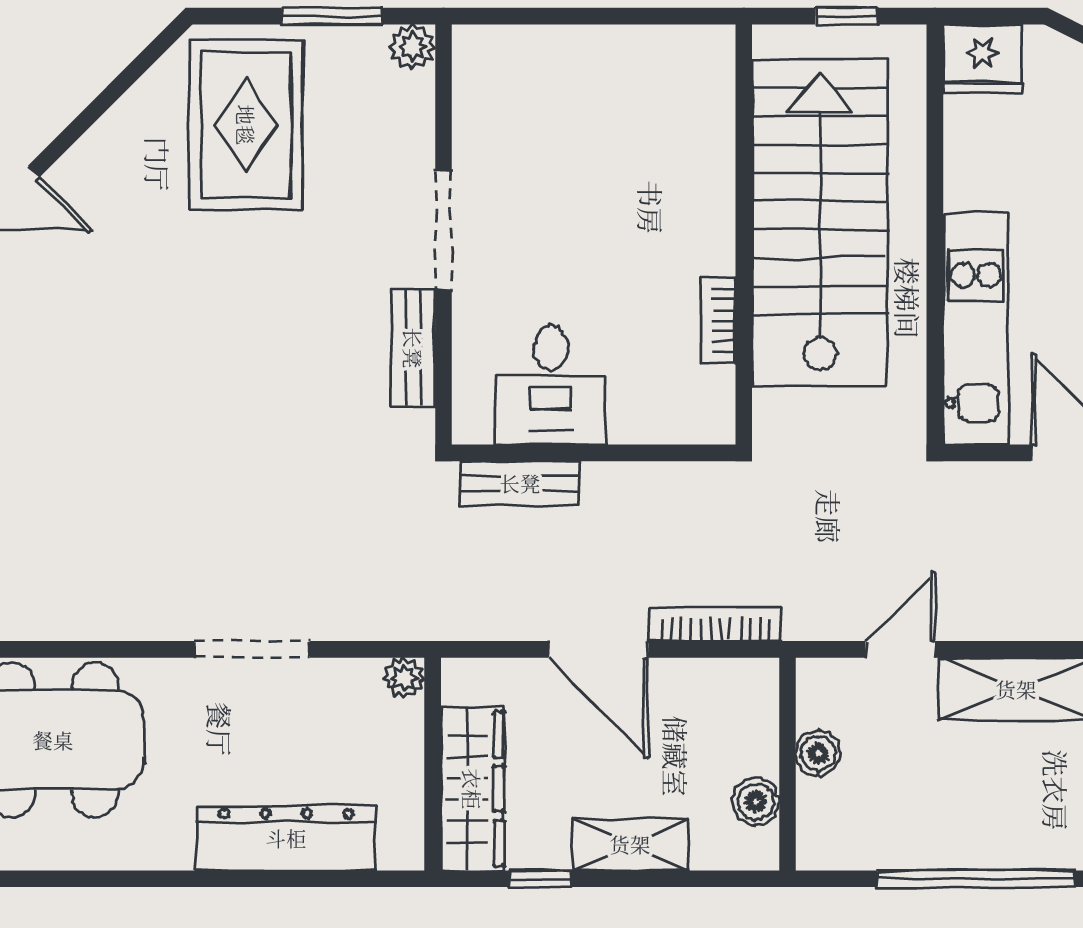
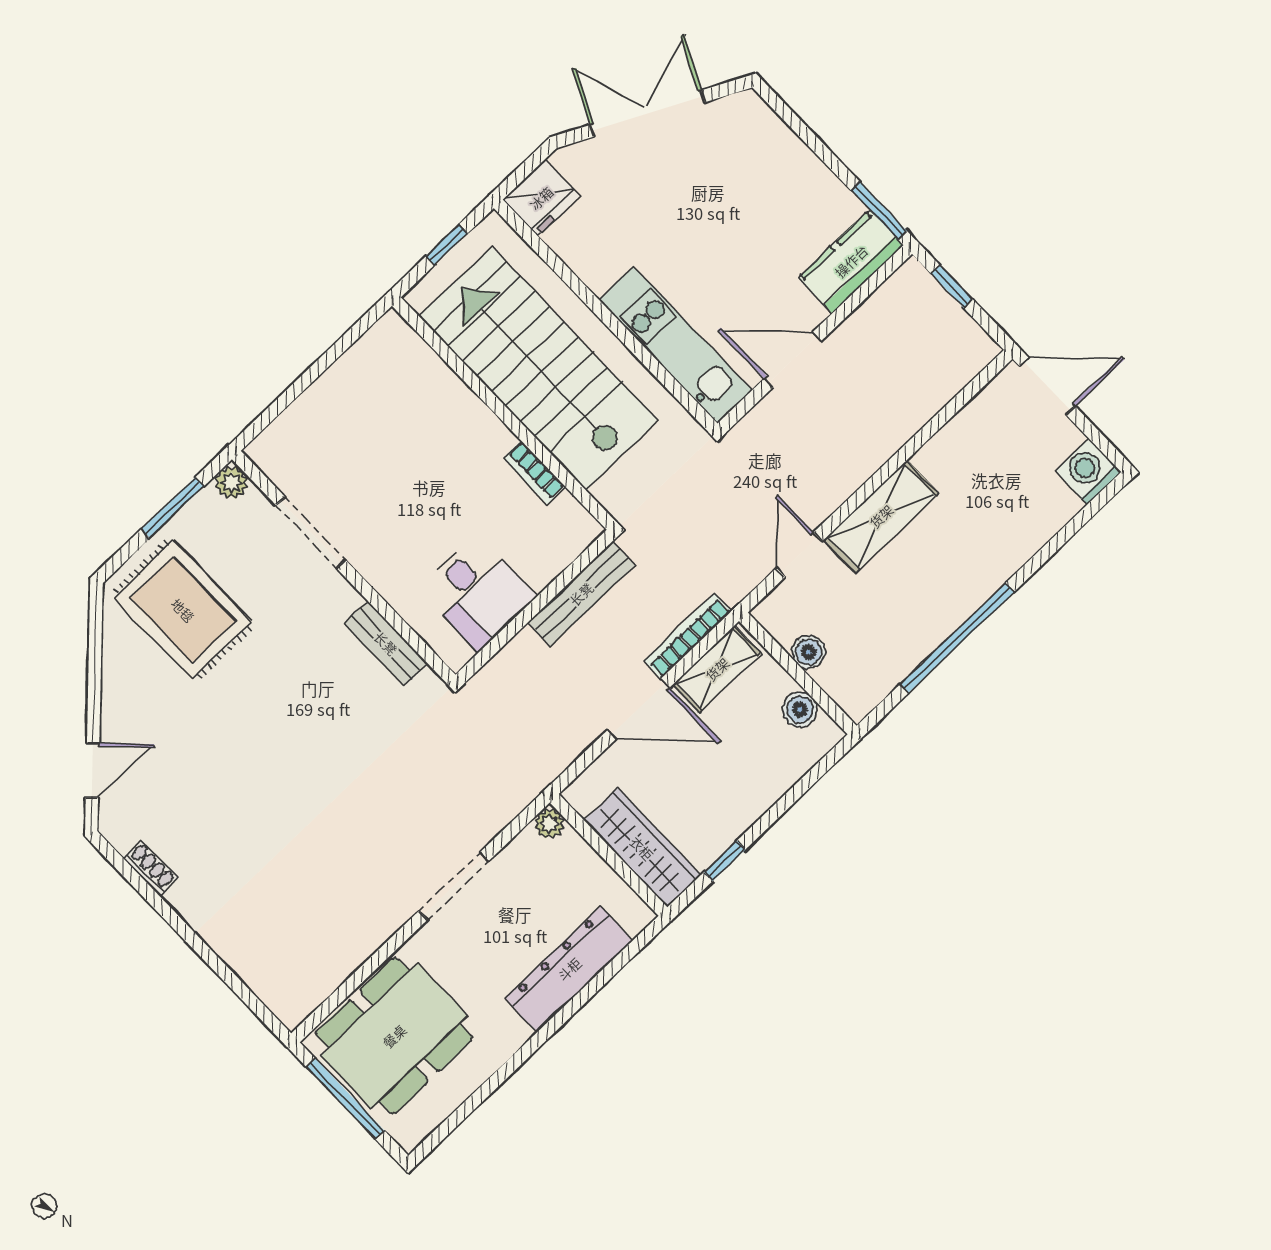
doorway: (444, 230) -> (311, 533), moved
bench: (520, 483) -> (581, 594), moved, width x1.36
shelving: (630, 844) -> (717, 669), moved

